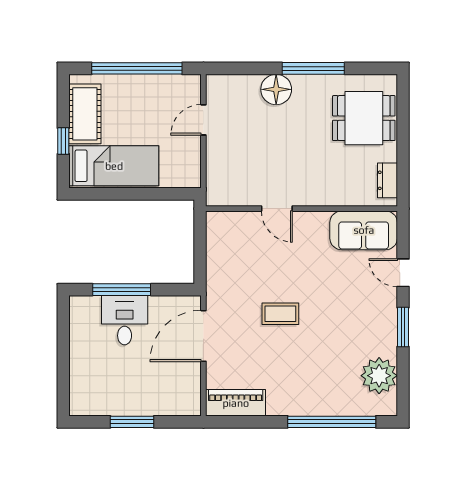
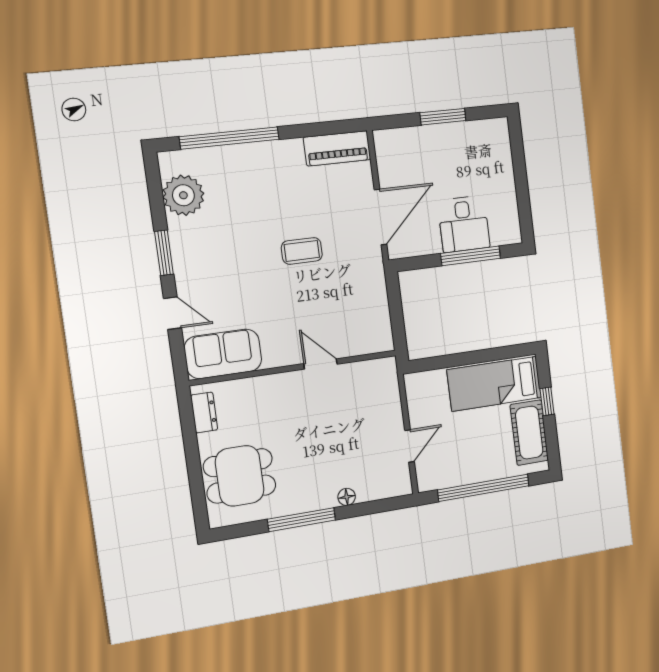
floor lamp: (276, 89) -> (347, 497), width x0.53, depth x0.53

